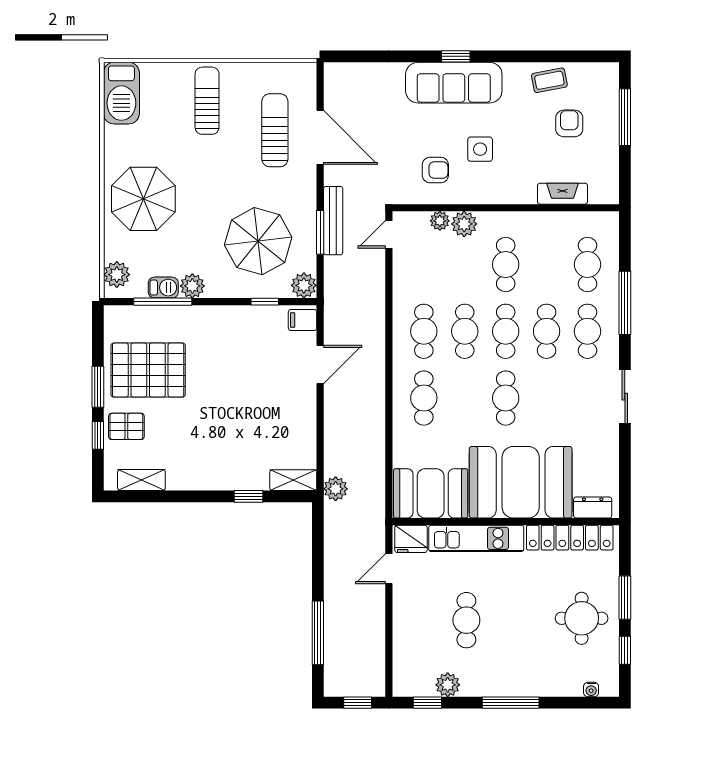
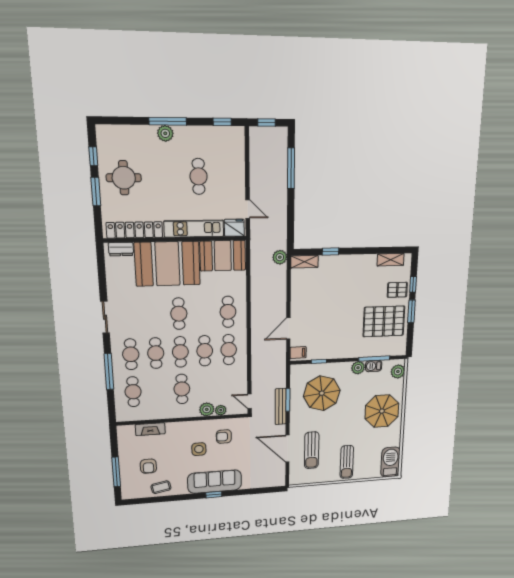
door: (389, 234) -> (250, 401), swing flipped
plant: (304, 285) -> (297, 371), removed
door: (389, 569) -> (248, 209), hinge flipped
plant: (448, 685) -> (165, 133), moved
water cooler: (591, 690) -> (114, 130), removed

